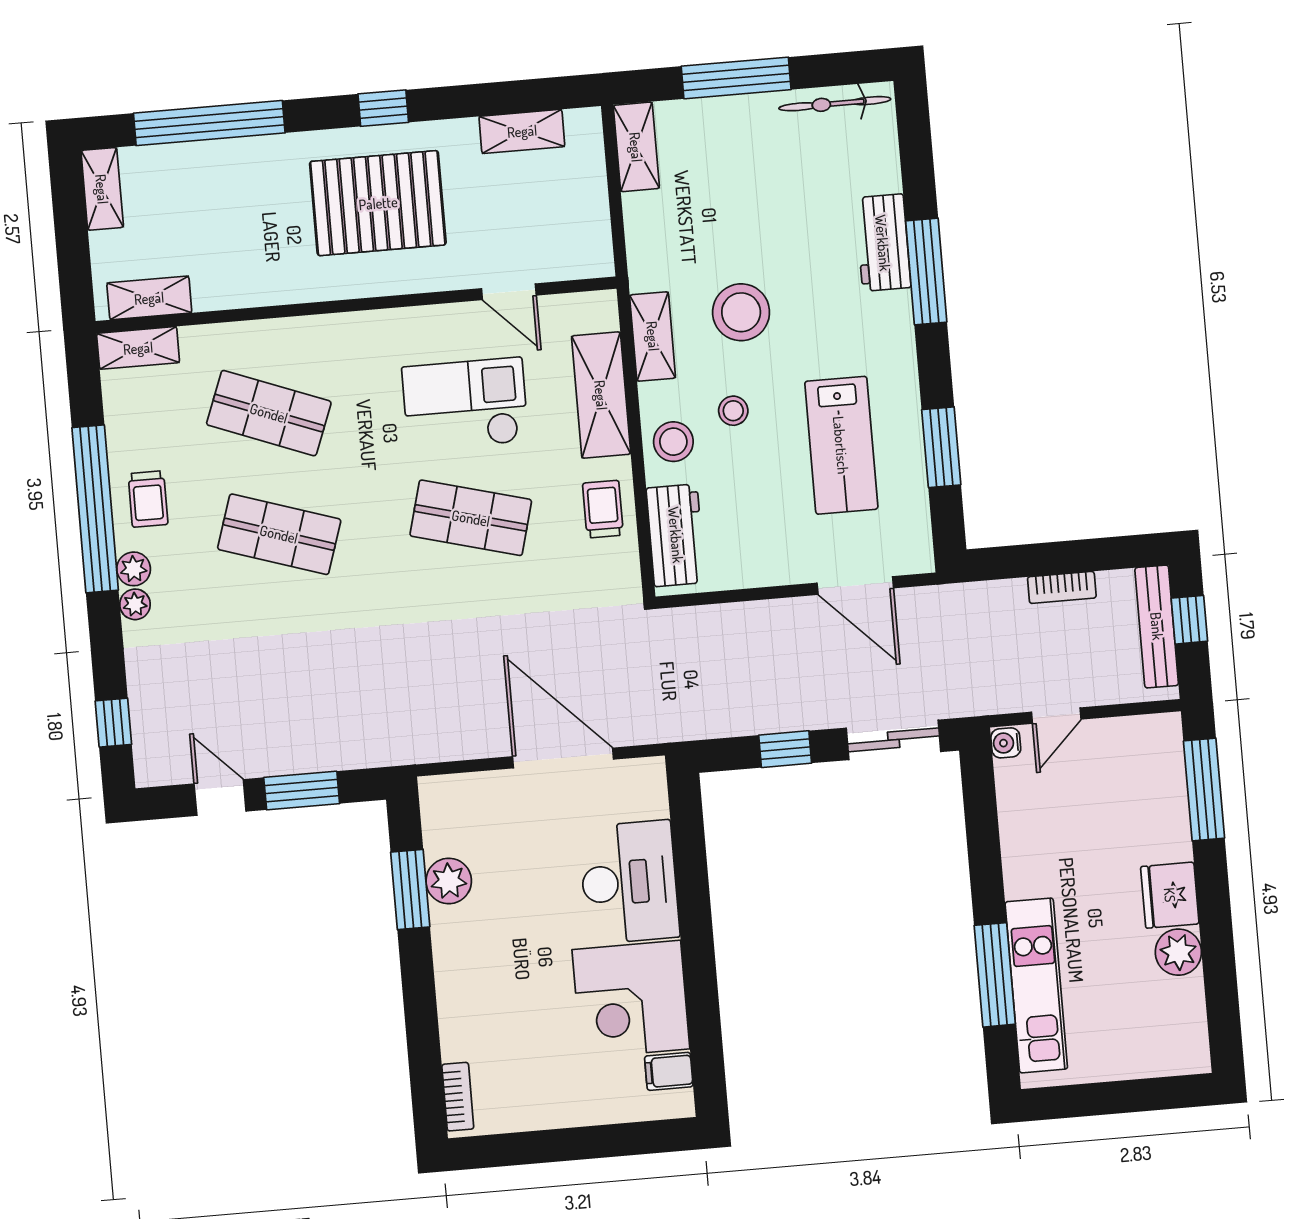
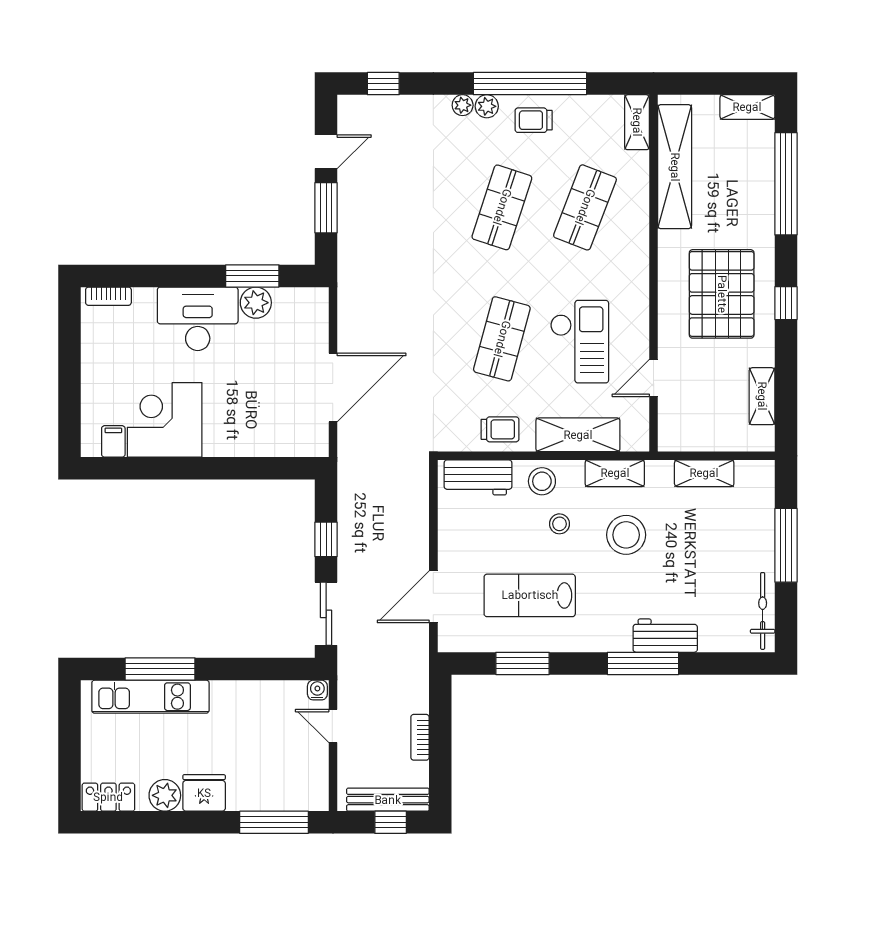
shelving: (636, 147) -> (704, 473), moved
shelving: (149, 298) -> (675, 167), width x2.20, depth x1.33
desk: (629, 882) -> (198, 319), moved, turned 180
locker: (1188, 1034) -> (108, 797), added

